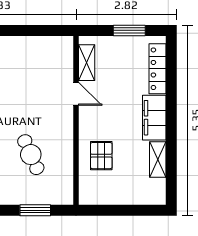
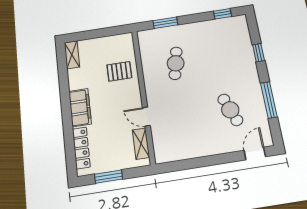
cafe table: (31, 155) -> (176, 63), turned 36
pallet: (101, 156) -> (119, 71), turned 90
shelving: (158, 159) -> (72, 55), moved

